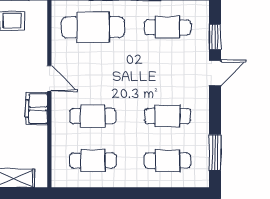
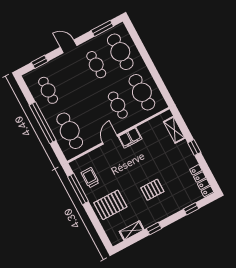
door: (215, 73) -> (69, 46), moved
cafe table: (93, 161) -> (142, 92), width x1.37, depth x1.35
cafe table: (168, 161) -> (120, 52), width x1.37, depth x1.35

